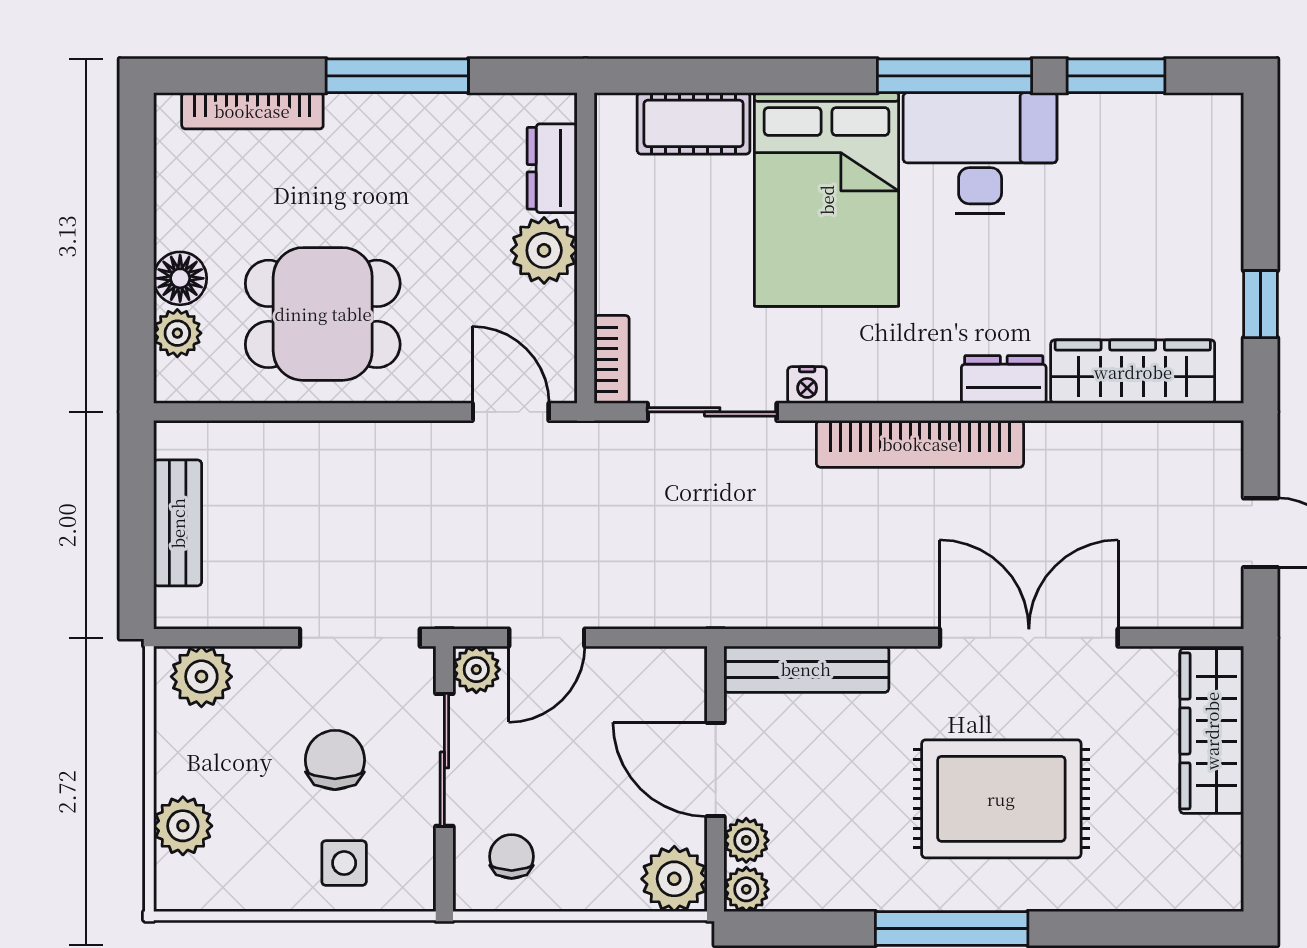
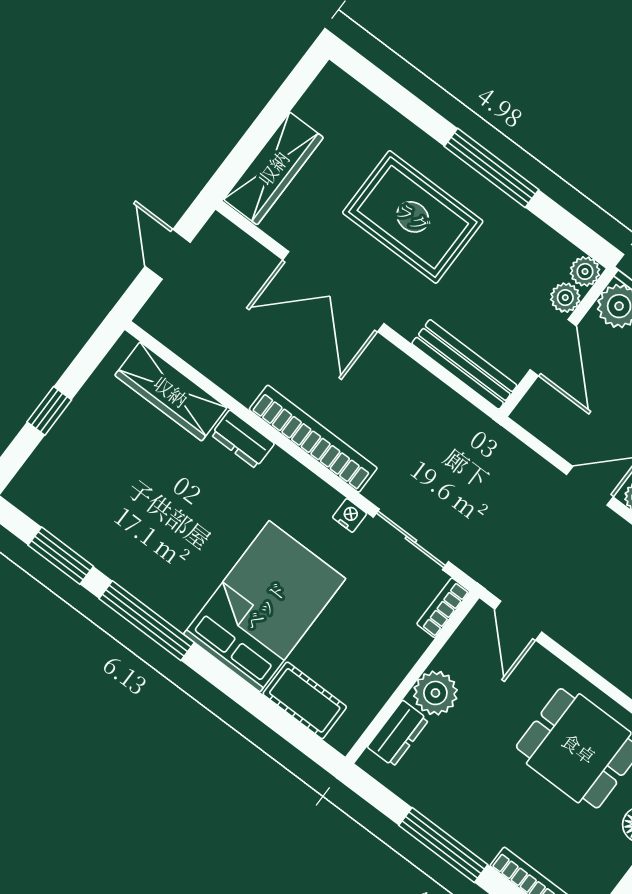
desk: (980, 153) -> (164, 569), removed
window: (1260, 304) -> (49, 411), moved

